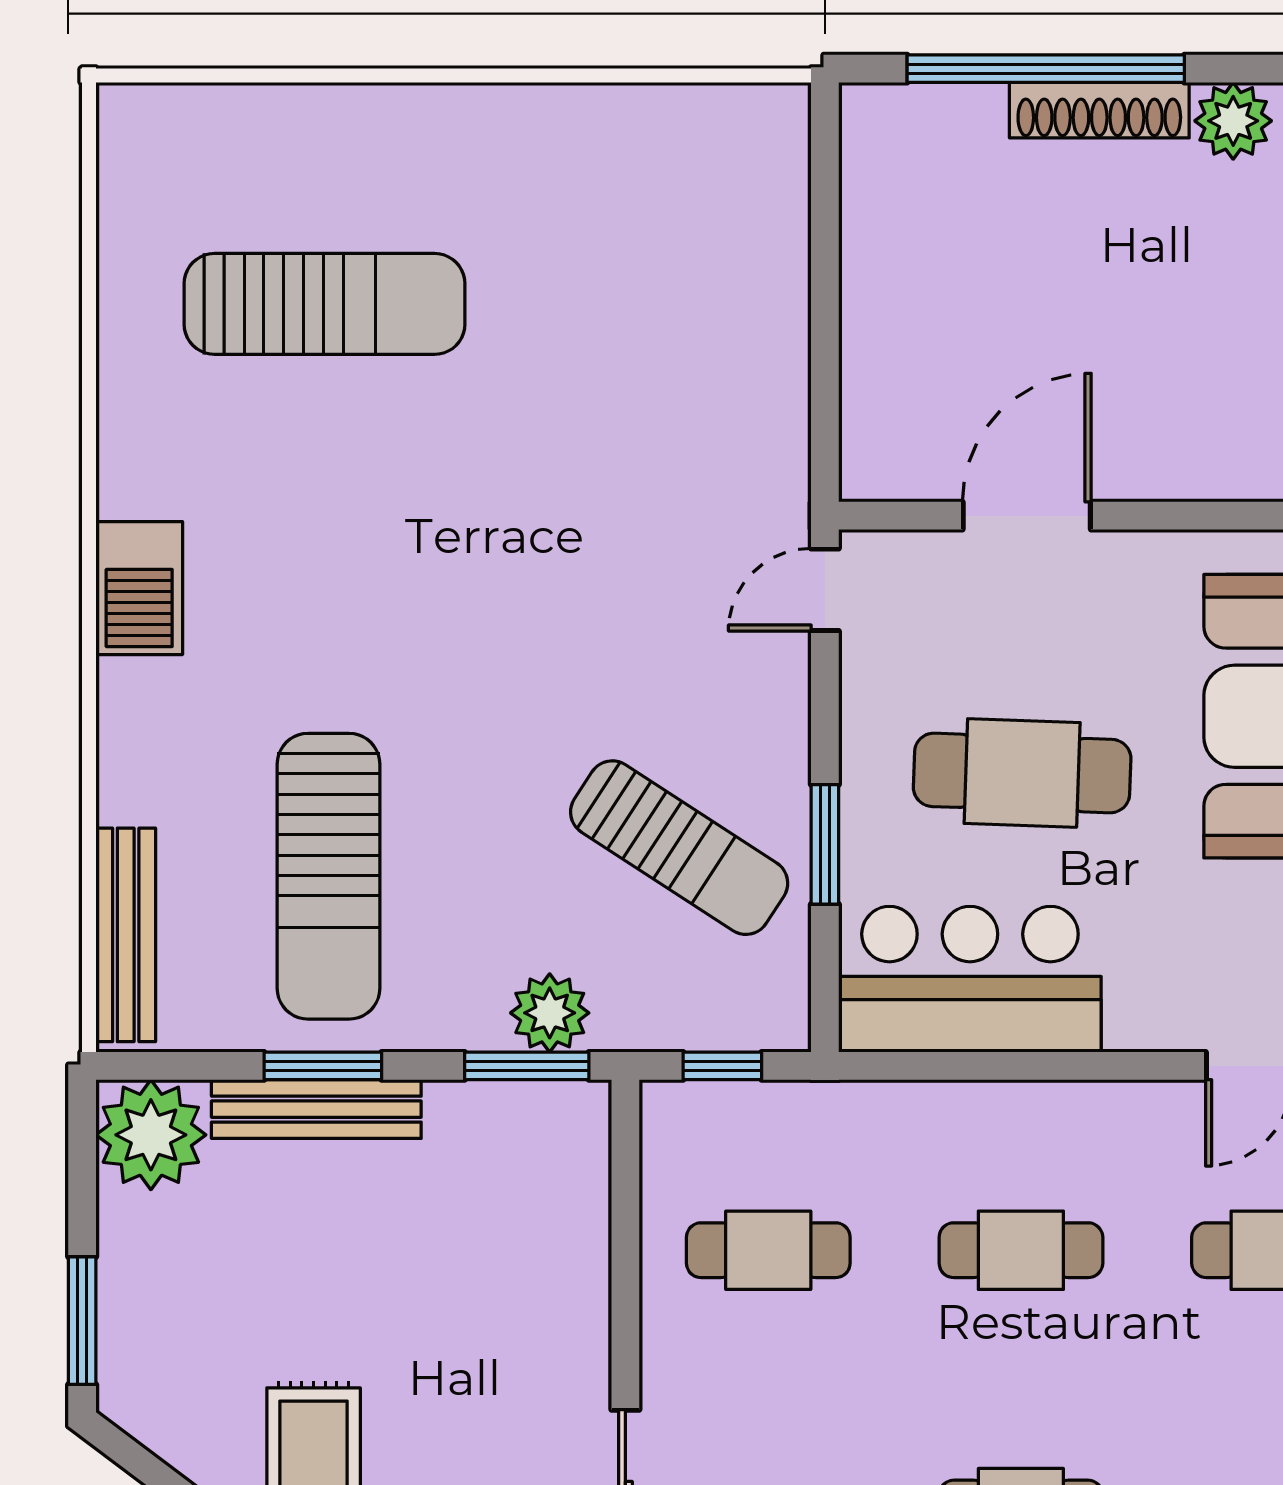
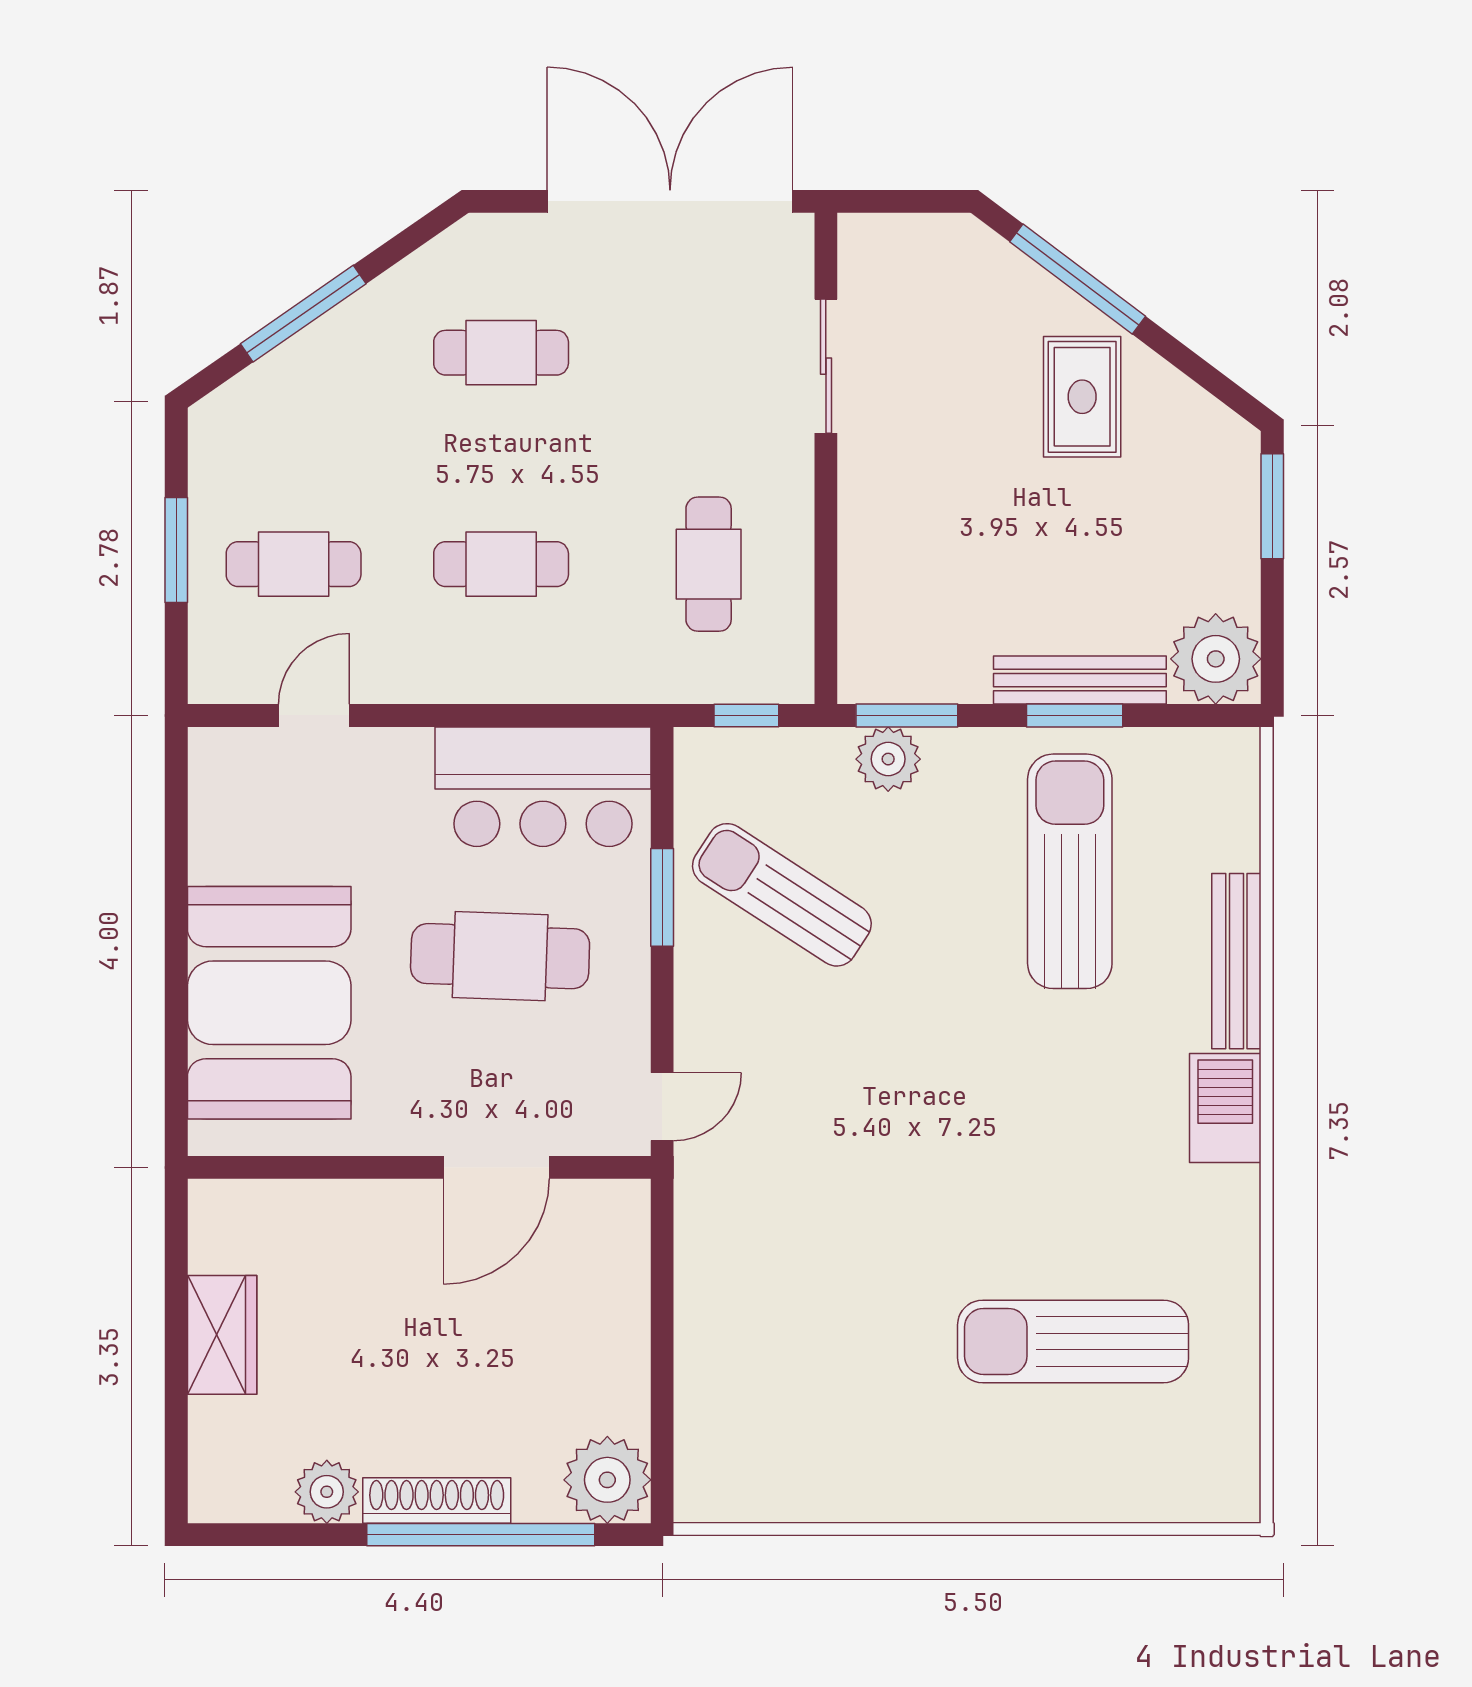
plant: (892, 135) -> (607, 1480), added
bench: (126, 935) -> (1236, 961), moved
cafe table: (768, 1250) -> (709, 564), turned 90

